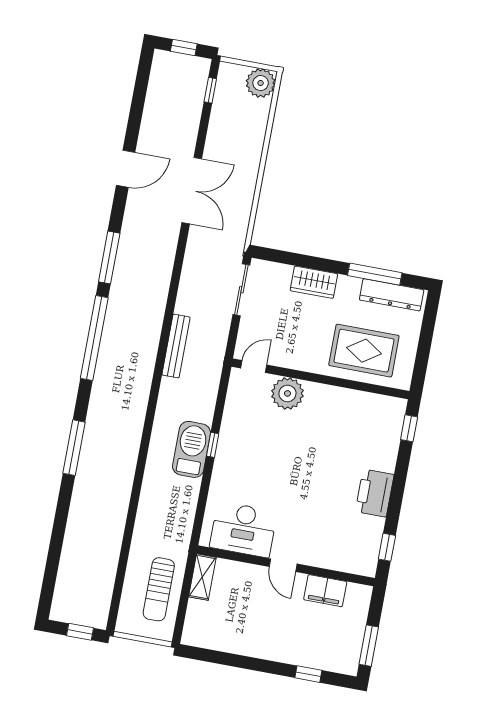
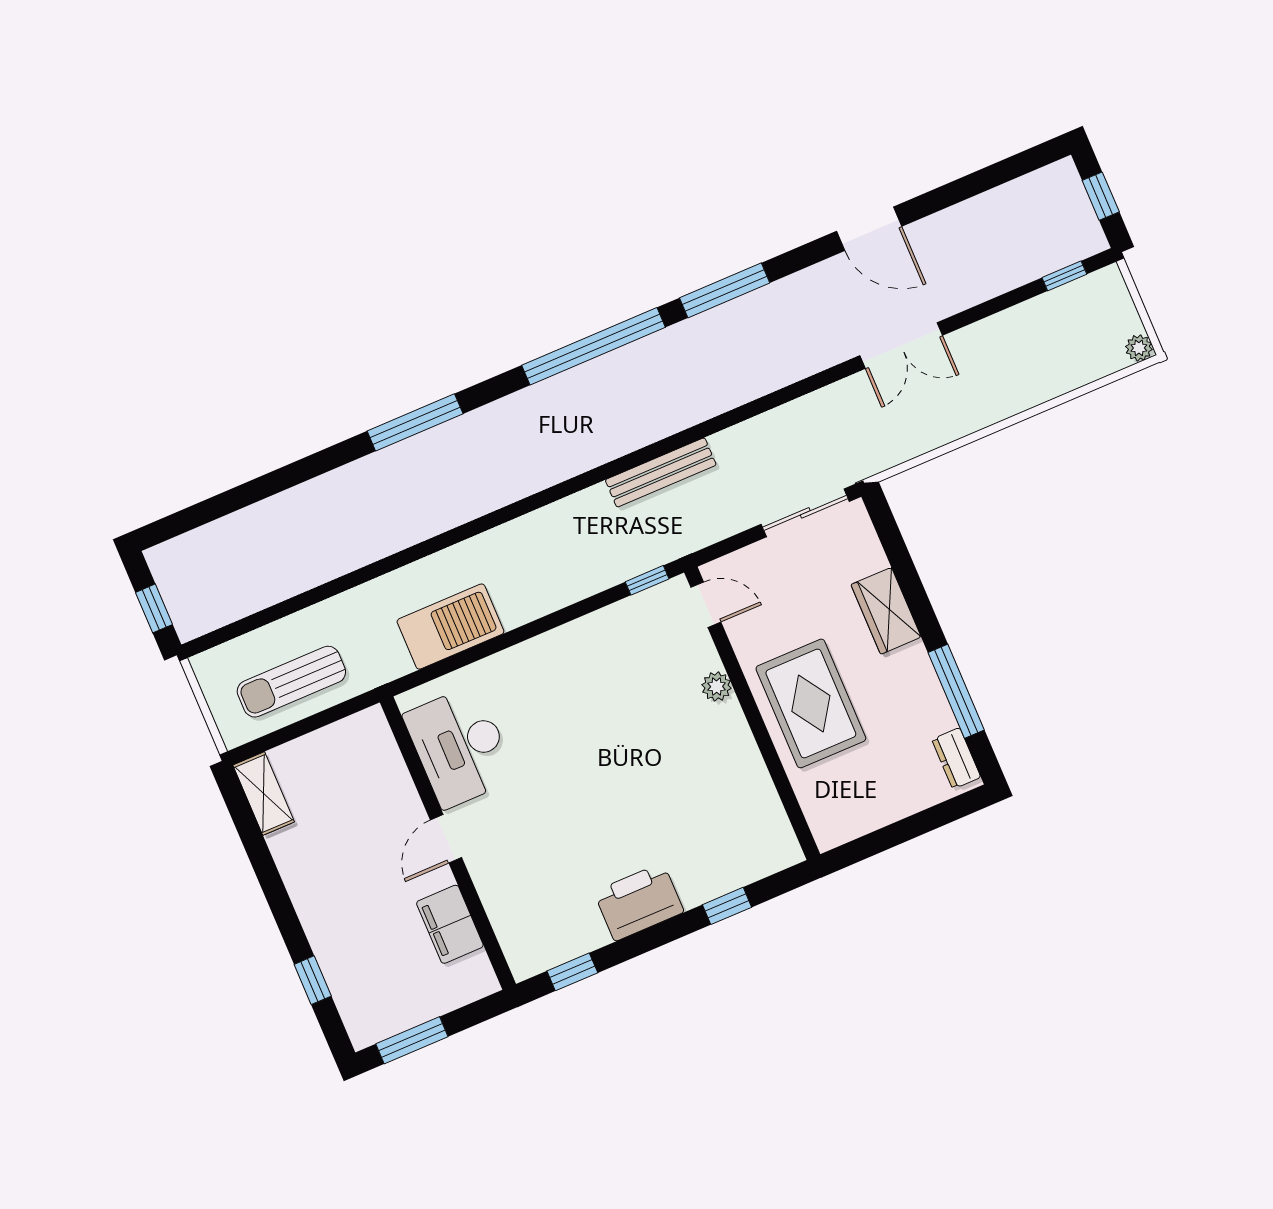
plant: (261, 83) -> (1139, 348), width x0.53, depth x0.53
double door: (192, 191) -> (901, 346), width x0.73
dresser: (392, 295) -> (956, 758), width x0.51, depth x0.80
rug: (364, 351) -> (811, 703), moved
plant: (287, 393) -> (717, 687), width x0.53, depth x0.53
window: (409, 428) -> (727, 906), moved
window: (213, 445) -> (647, 580), moved
barbecue: (191, 449) -> (450, 627), moved
shelving: (202, 577) -> (264, 794), moved, turned 90

